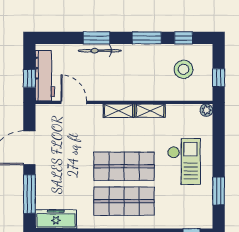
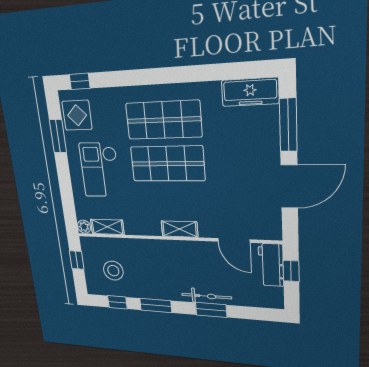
workbench: (45, 76) -> (271, 265), width x0.73
shelving: (150, 111) -> (107, 227), moved
display table: (198, 208) -> (77, 115), added

